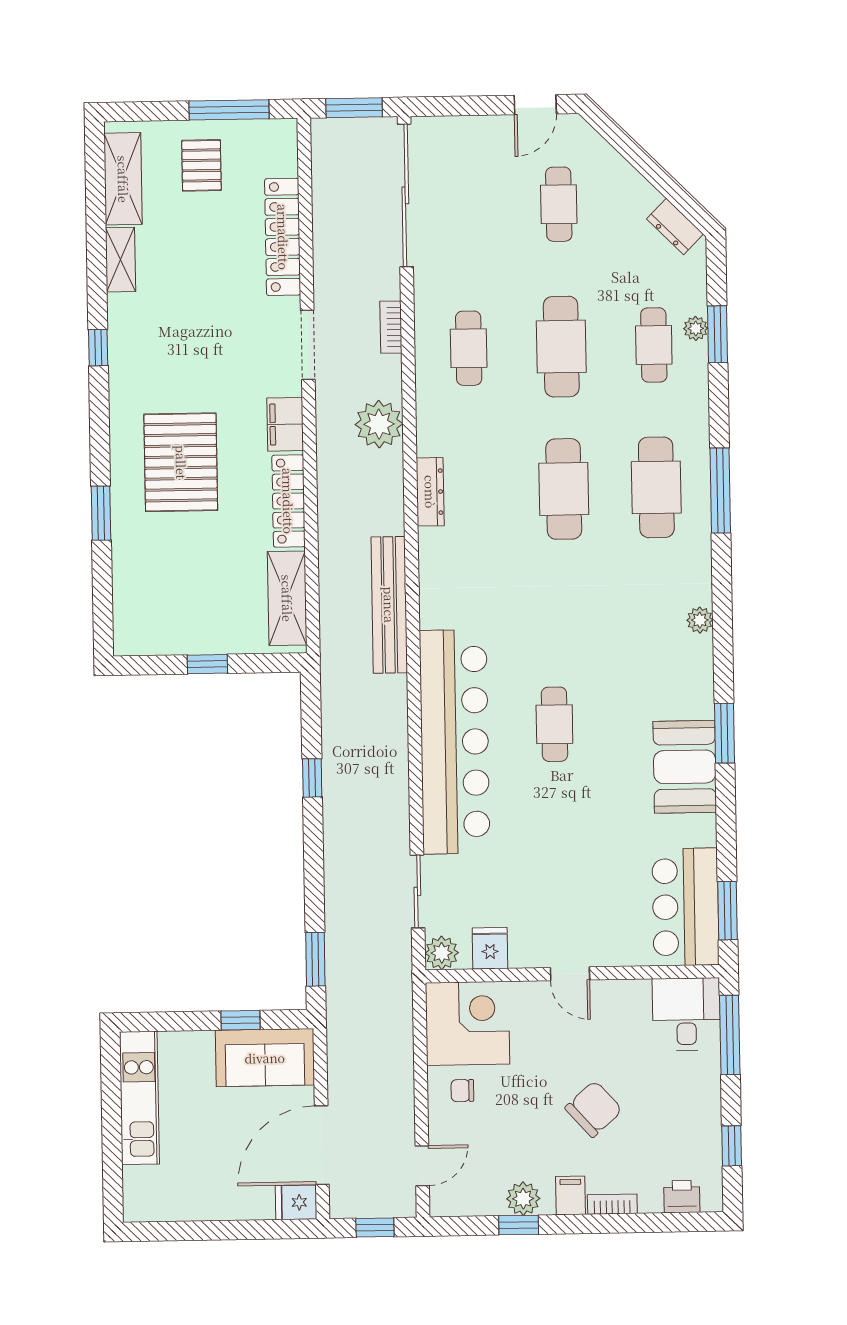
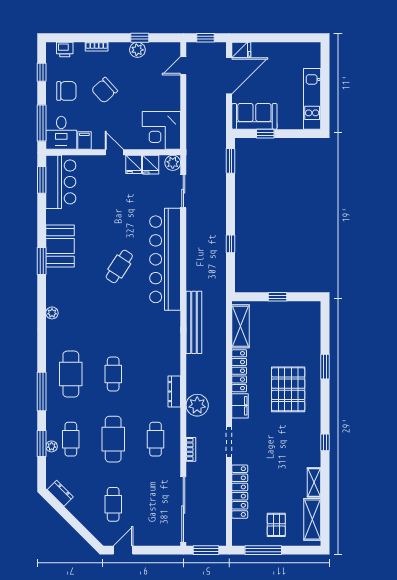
cafe table: (564, 489) -> (113, 374), width x0.73, depth x0.74
window: (720, 491) -> (42, 391), moved
dresser: (430, 492) -> (174, 392), moved
cafe table: (554, 724) -> (119, 266), turned 33
fridge: (527, 948) -> (134, 164), added
chair: (462, 1091) -> (66, 91), moved, width x1.87, depth x1.87
filing cabinet: (571, 1195) -> (84, 141), moved, turned 180

